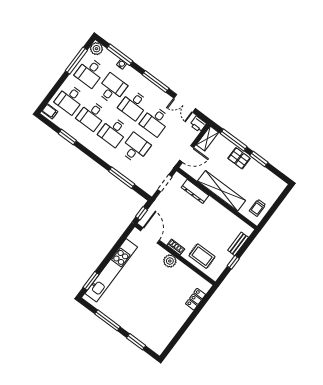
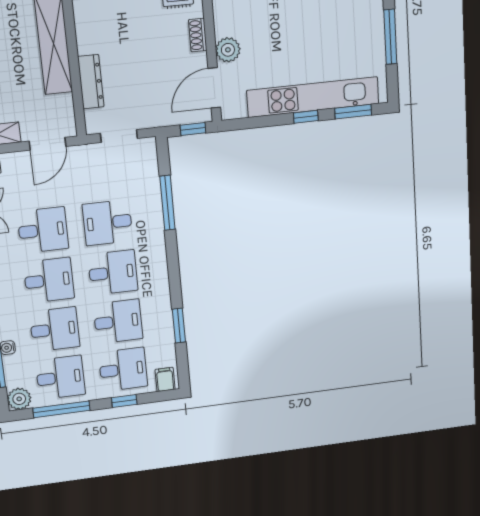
window: (56, 87) -> (124, 401), added
desk: (112, 89) -> (55, 329), turned 180
door: (187, 154) -> (48, 144), swing flipped
window: (106, 261) -> (306, 117), added
plant: (170, 261) -> (228, 50), moved

